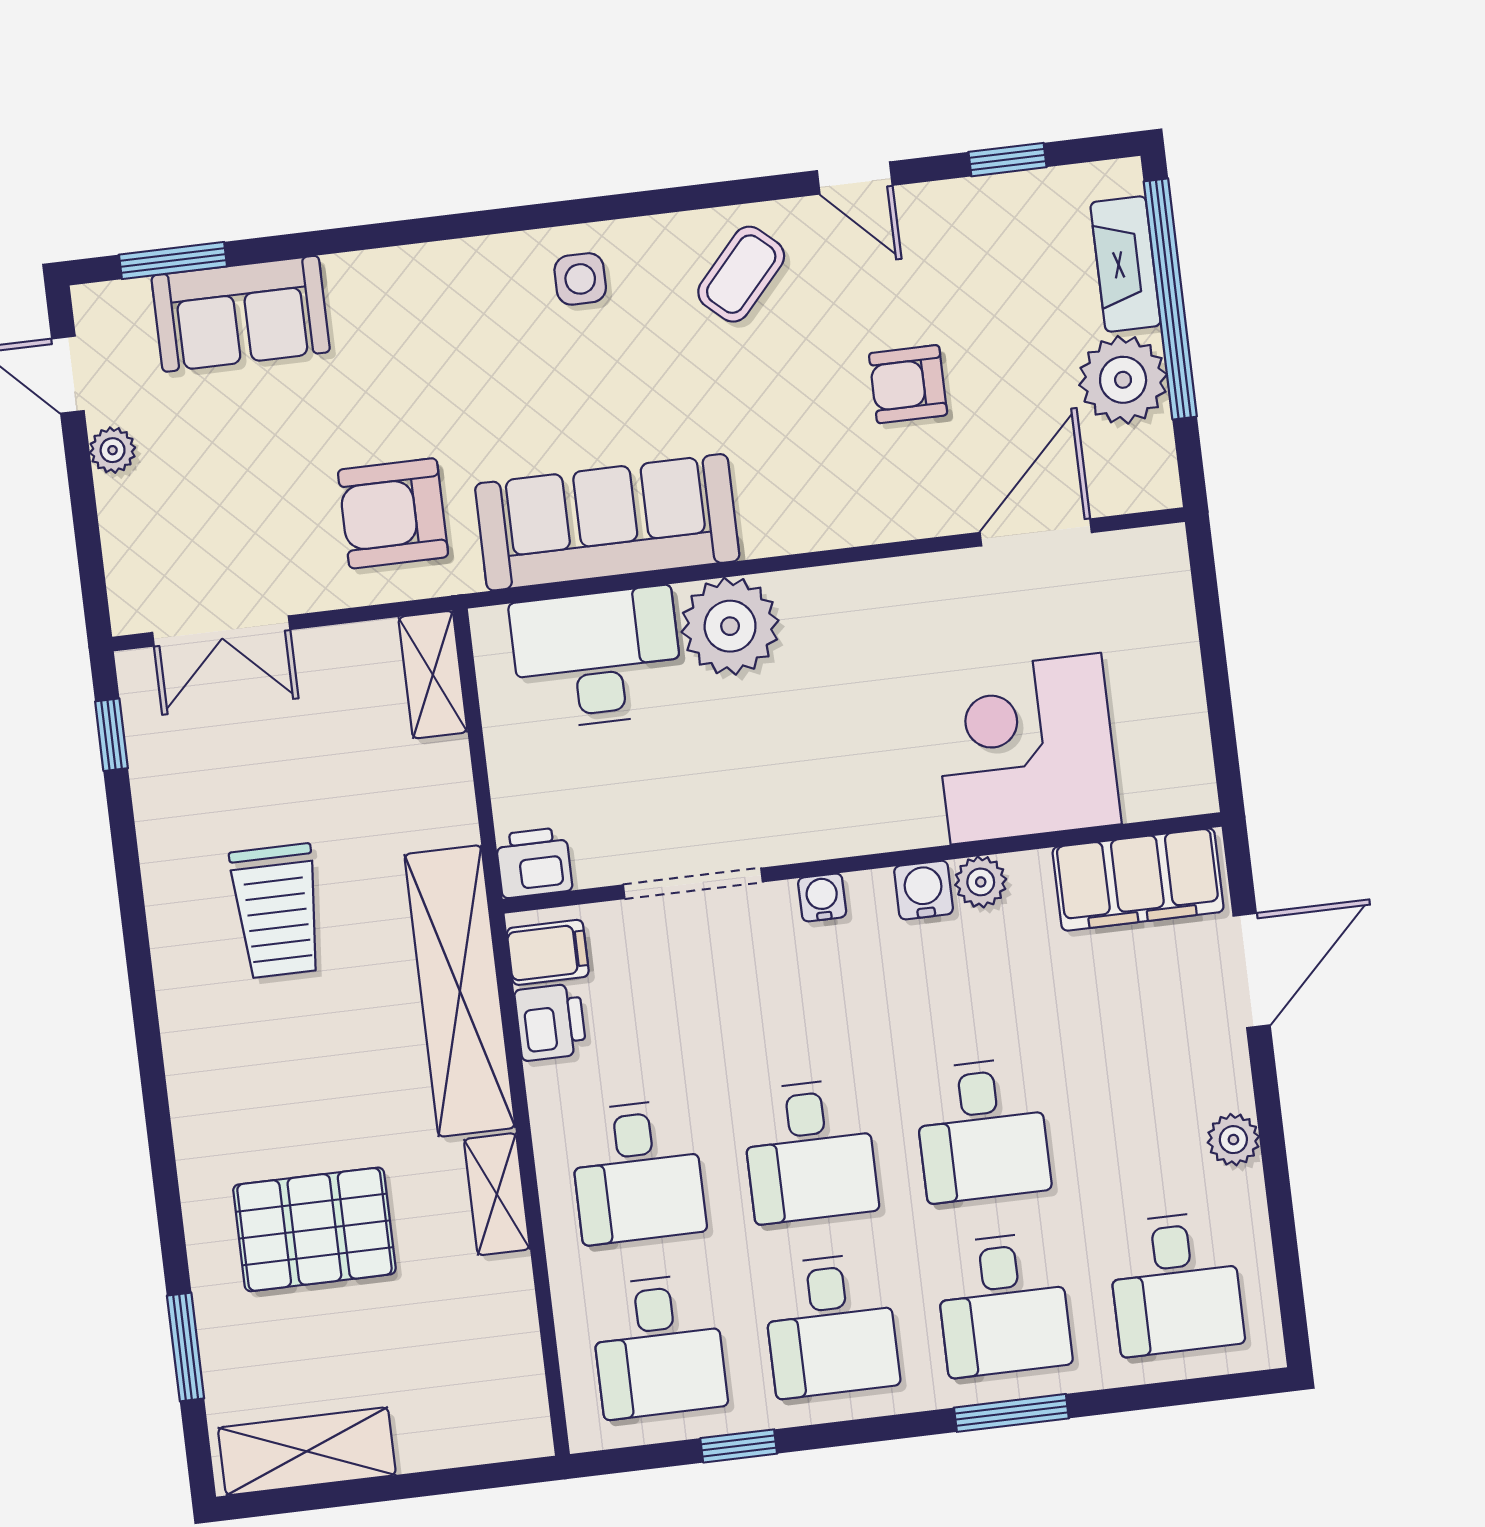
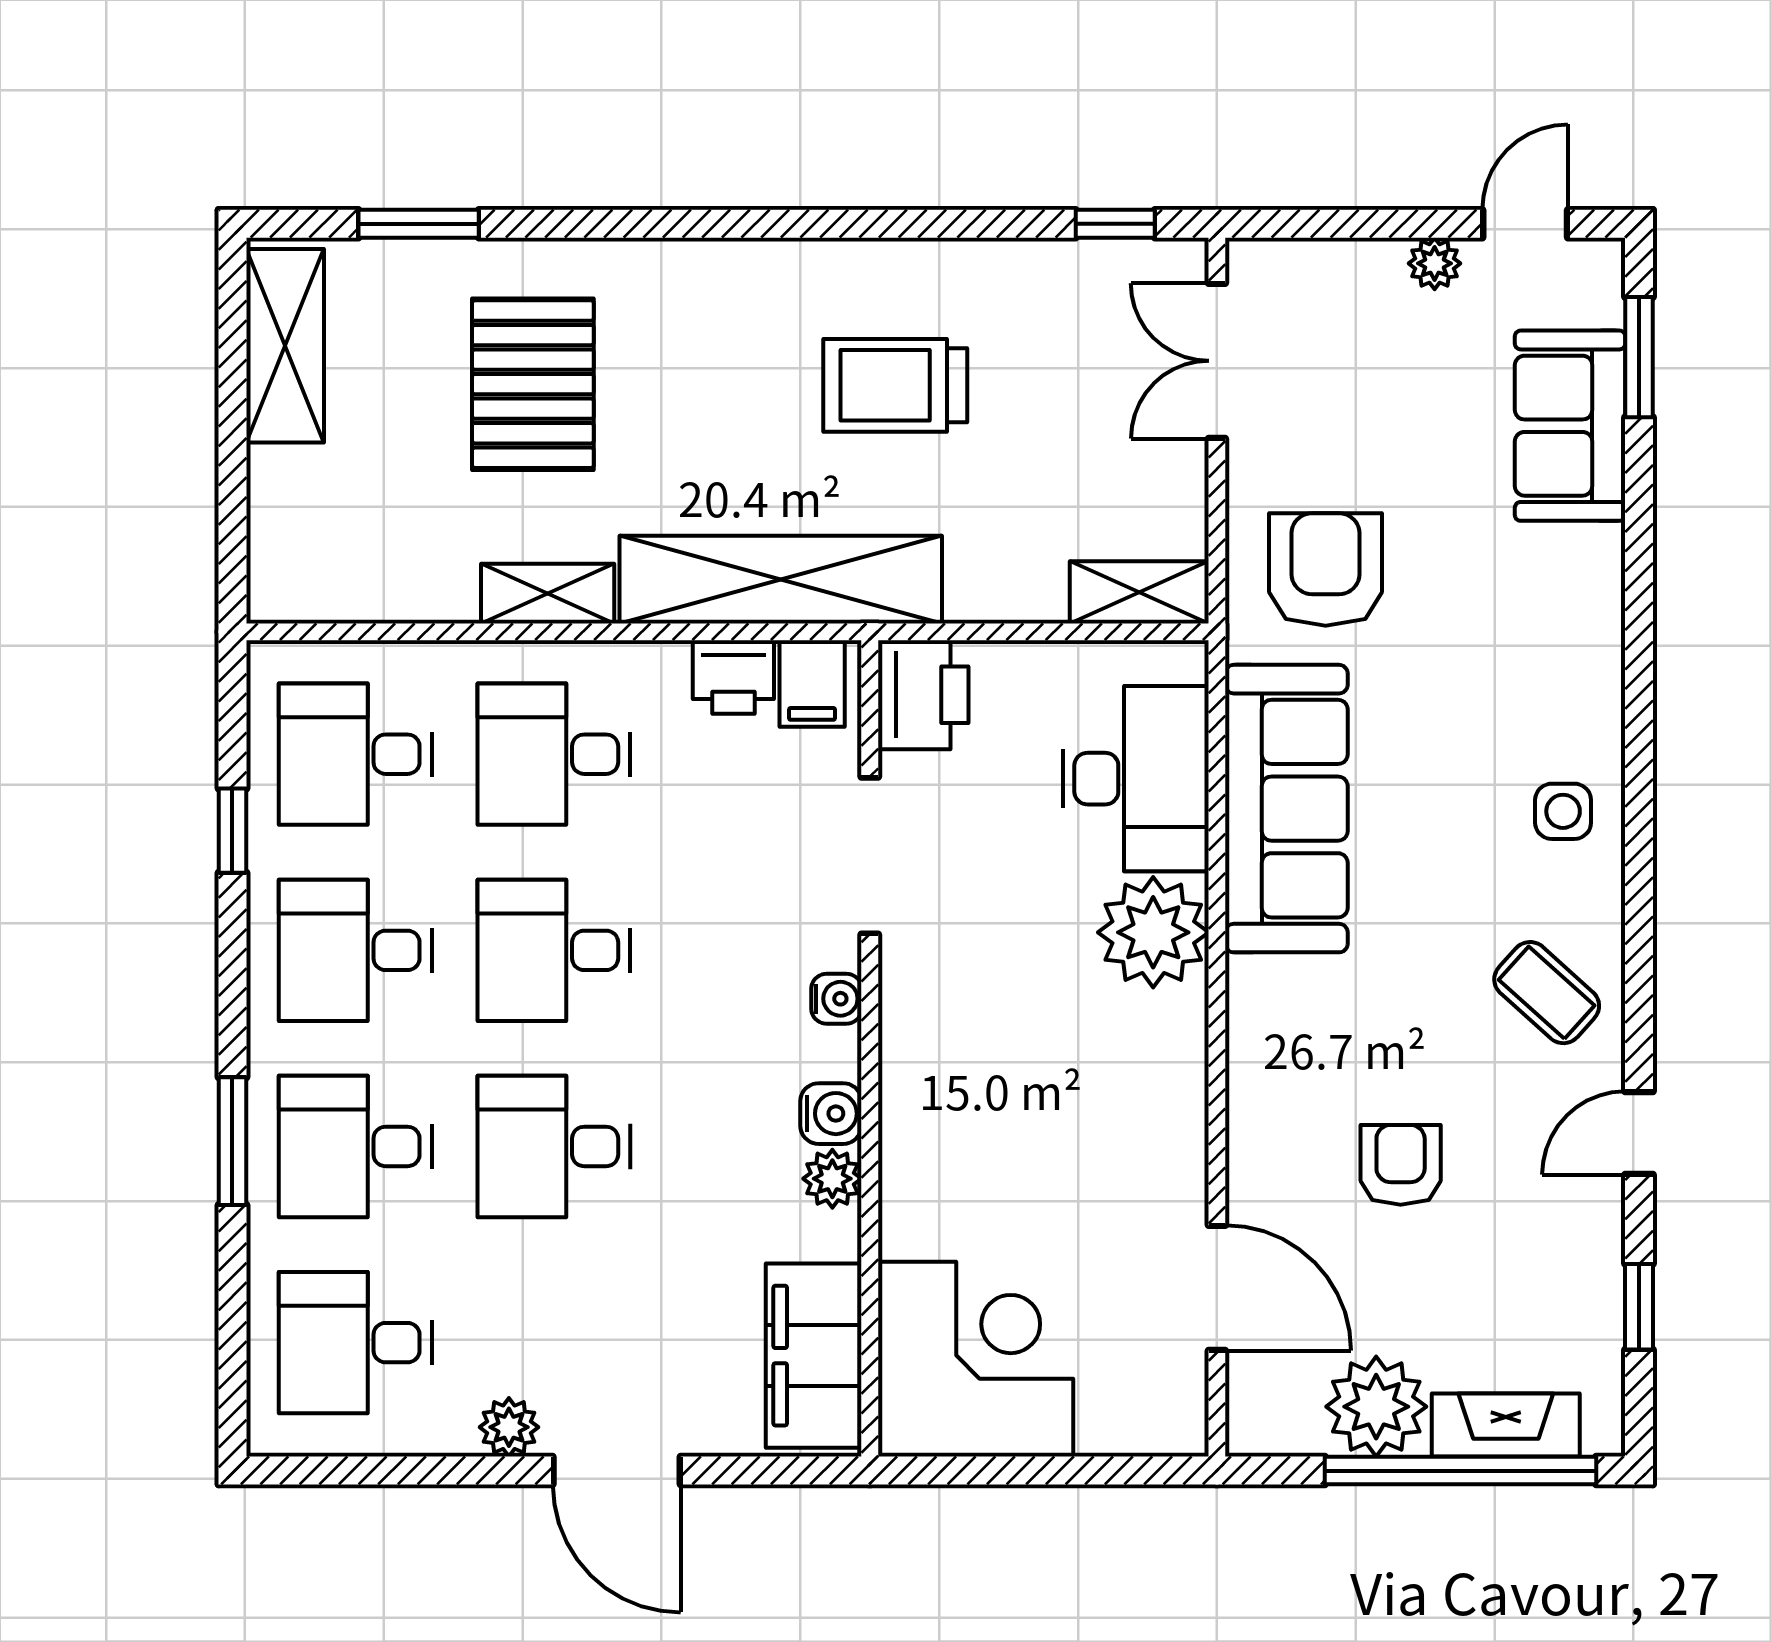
corner desk: (1026, 749) -> (976, 1359), moved
printer: (534, 863) -> (923, 695), width x1.36, depth x1.24
door: (1252, 971) -> (617, 1471), moved

